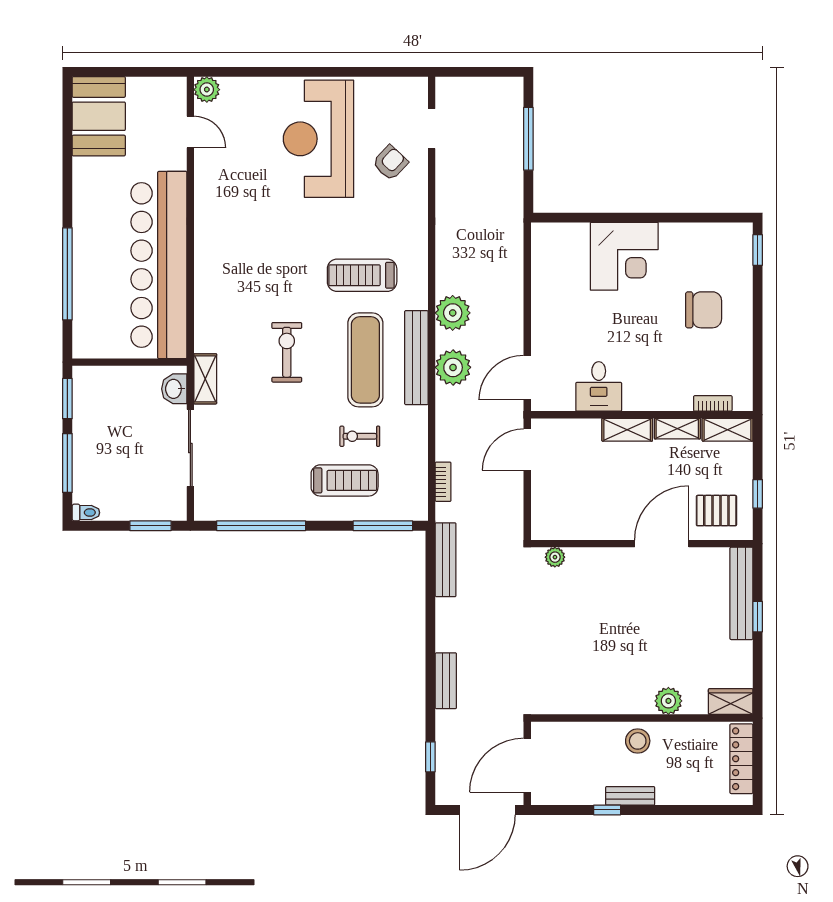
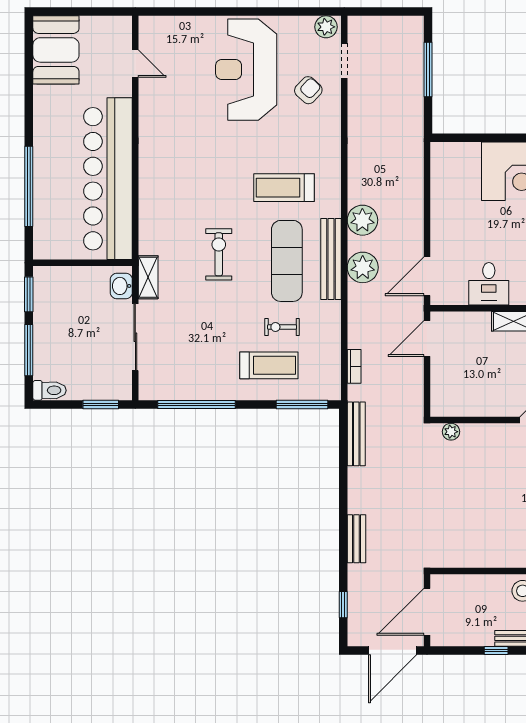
plant: (207, 90) -> (326, 27), moved
toilet: (86, 513) -> (49, 390), width x1.37, depth x1.39

